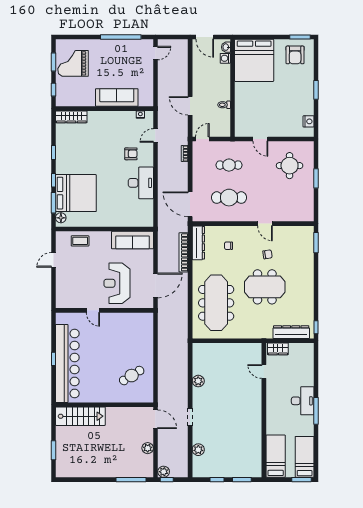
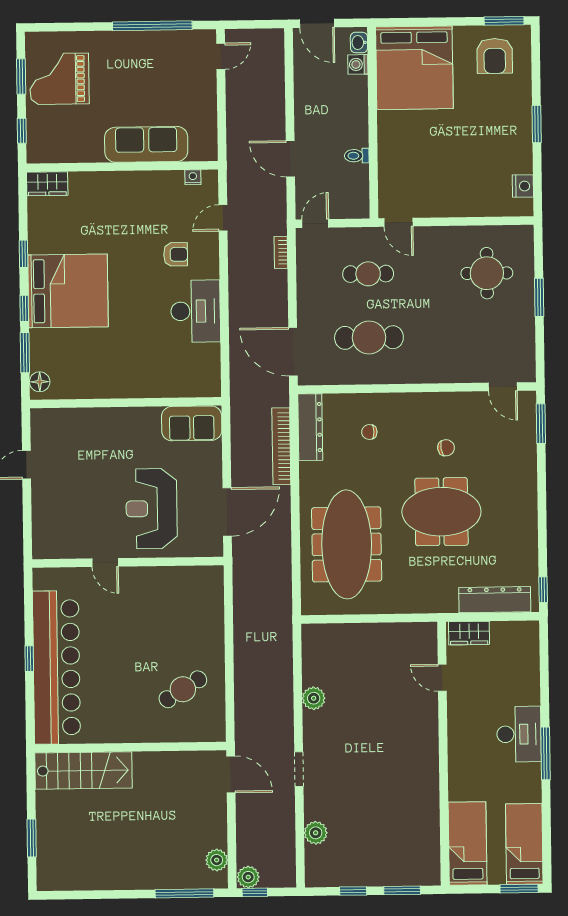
wardrobe: (71, 117) -> (47, 184), width x0.67
door: (260, 139) -> (398, 222), moved
bed: (76, 193) -> (68, 291), moved
door: (265, 224) -> (503, 387), moved
sofa: (132, 240) -> (192, 423), width x0.73
coffee table: (80, 241) -> (78, 427), removed
plant: (148, 448) -> (217, 860), moved

